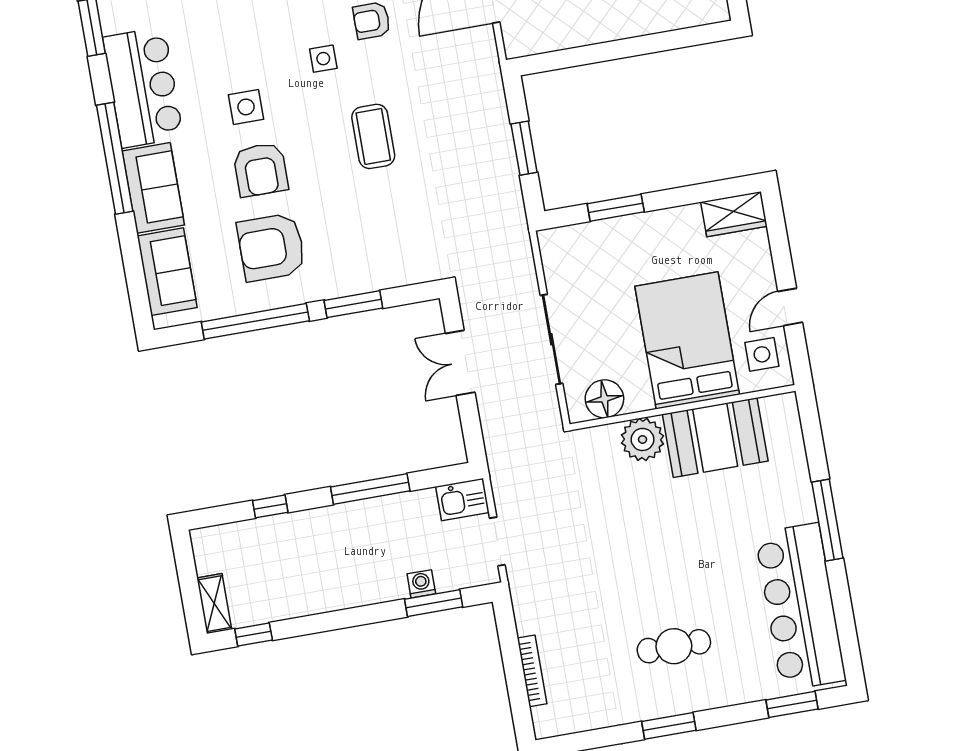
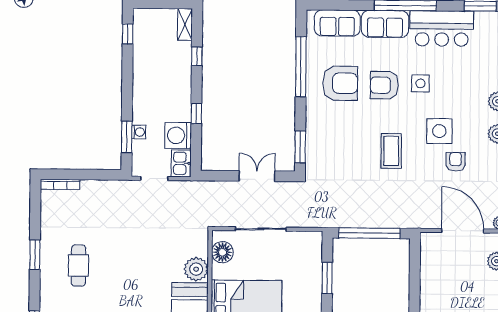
side table: (323, 59) -> (439, 131), width x1.87, depth x1.87
coffee table: (373, 136) -> (391, 151), turned 90
window: (524, 148) -> (369, 233), width x2.11
armchair: (271, 247) -> (340, 83), turned 90
window: (353, 304) -> (300, 147), moved
window: (370, 489) -> (196, 113), width x0.46
washing machine: (414, 514) -> (178, 135), added
shelving: (214, 604) -> (185, 25), moved, turned 90
bookcase: (532, 671) -> (60, 184), moved

